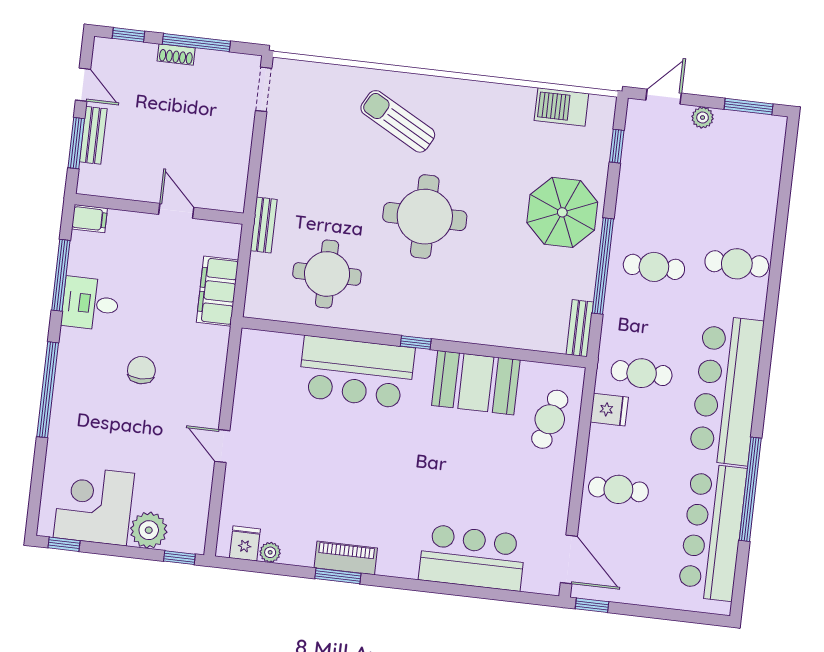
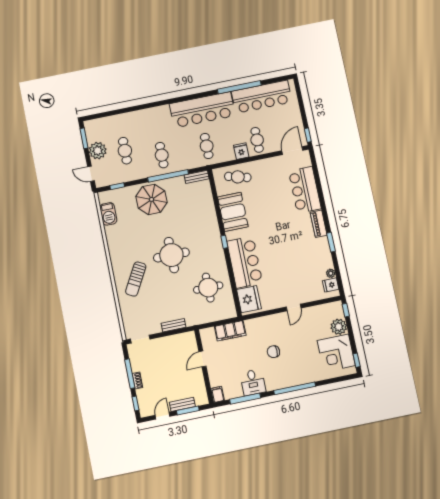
plant: (703, 117) -> (98, 151), width x1.87, depth x1.87
bench: (264, 225) -> (173, 325), moved
cafe table: (737, 264) -> (125, 151), moved
fridge: (273, 355) -> (249, 299), added
fridge: (609, 410) -> (241, 151), moved
piano: (346, 558) -> (319, 224), moved

